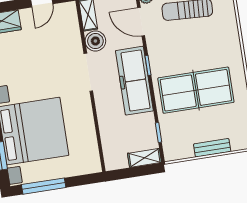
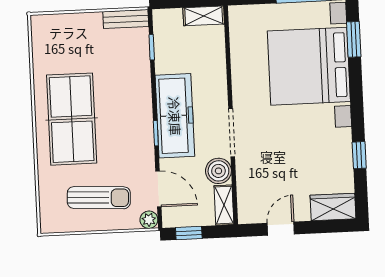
table tennis table: (196, 90) -> (72, 119), moved, turned 90
bench: (212, 148) -> (126, 19), moved
shelving: (144, 158) -> (204, 16), moved

